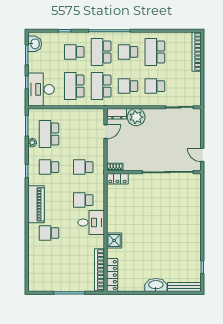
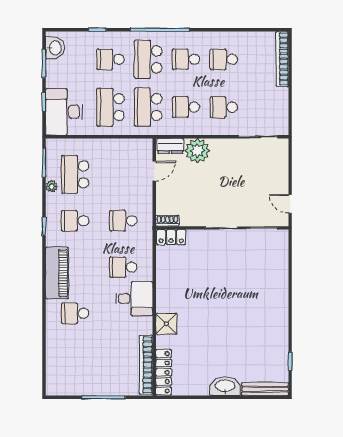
school desk: (155, 52) -> (224, 59), width x0.54

